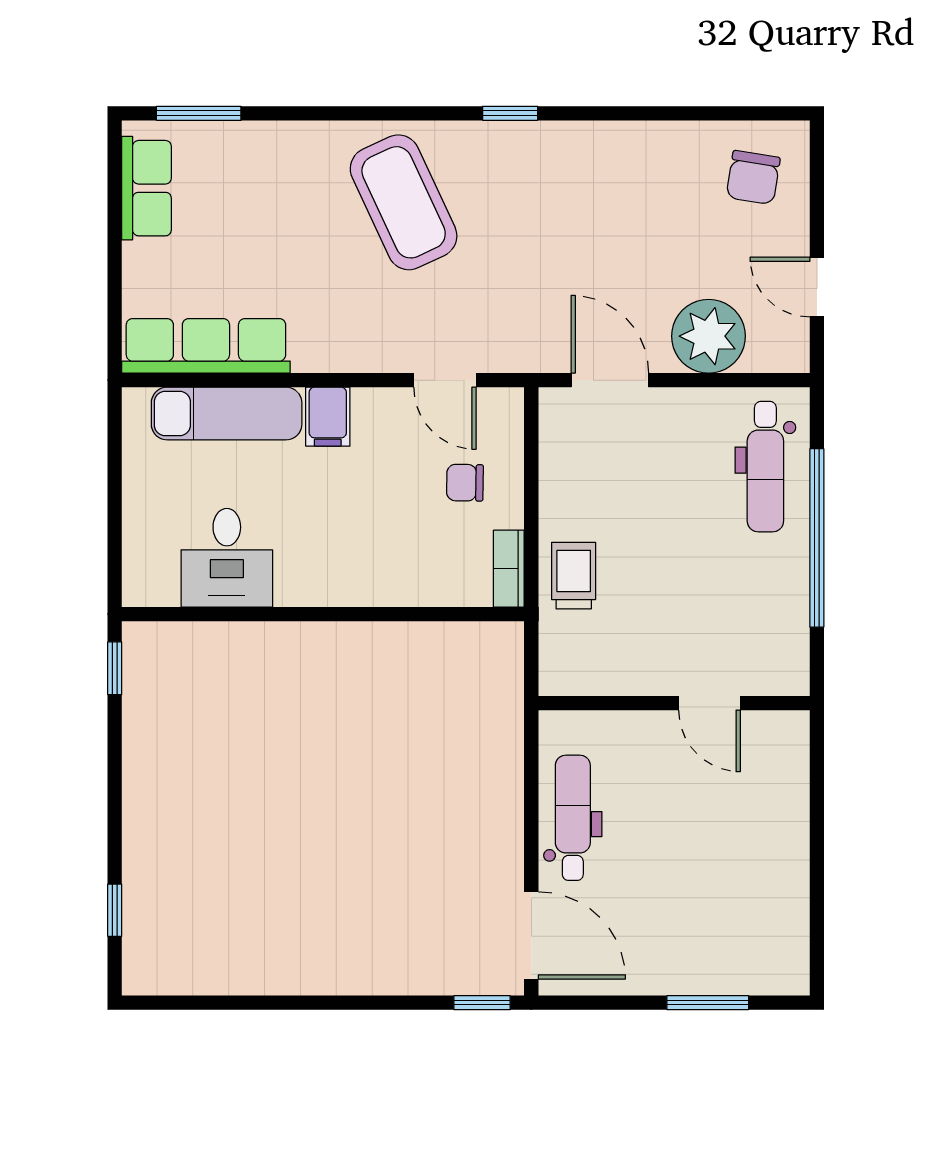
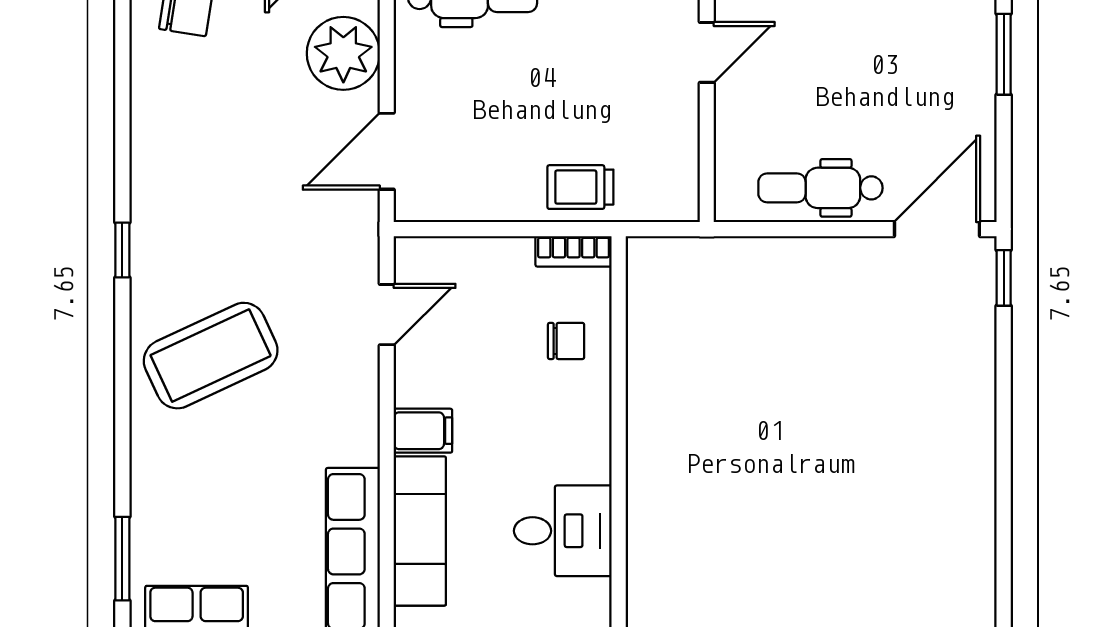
chair: (465, 483) -> (566, 341), moved, turned -91

